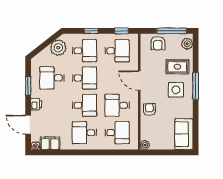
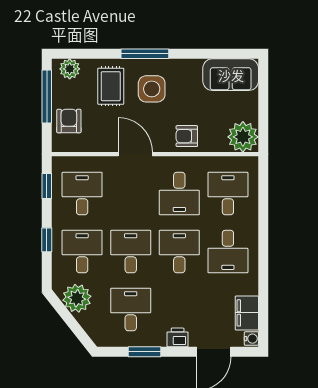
armchair: (158, 43) -> (69, 121), turned -90
desk: (52, 78) -> (131, 310), turned 180
door: (139, 81) -> (135, 154), swing flipped
plant: (145, 145) -> (243, 137), width x1.88, depth x1.88

